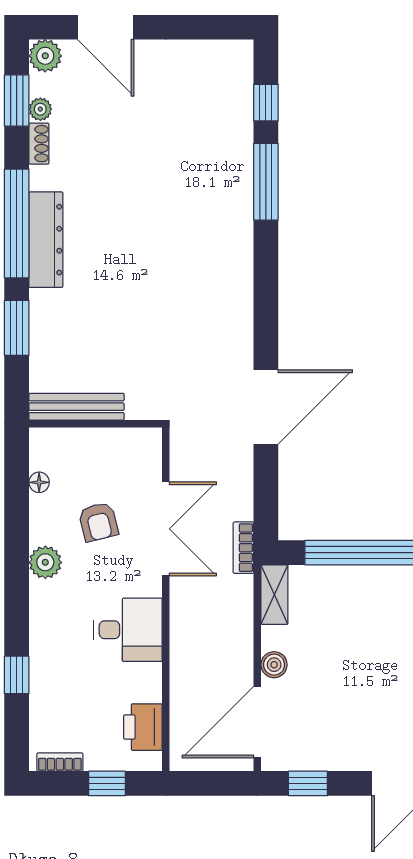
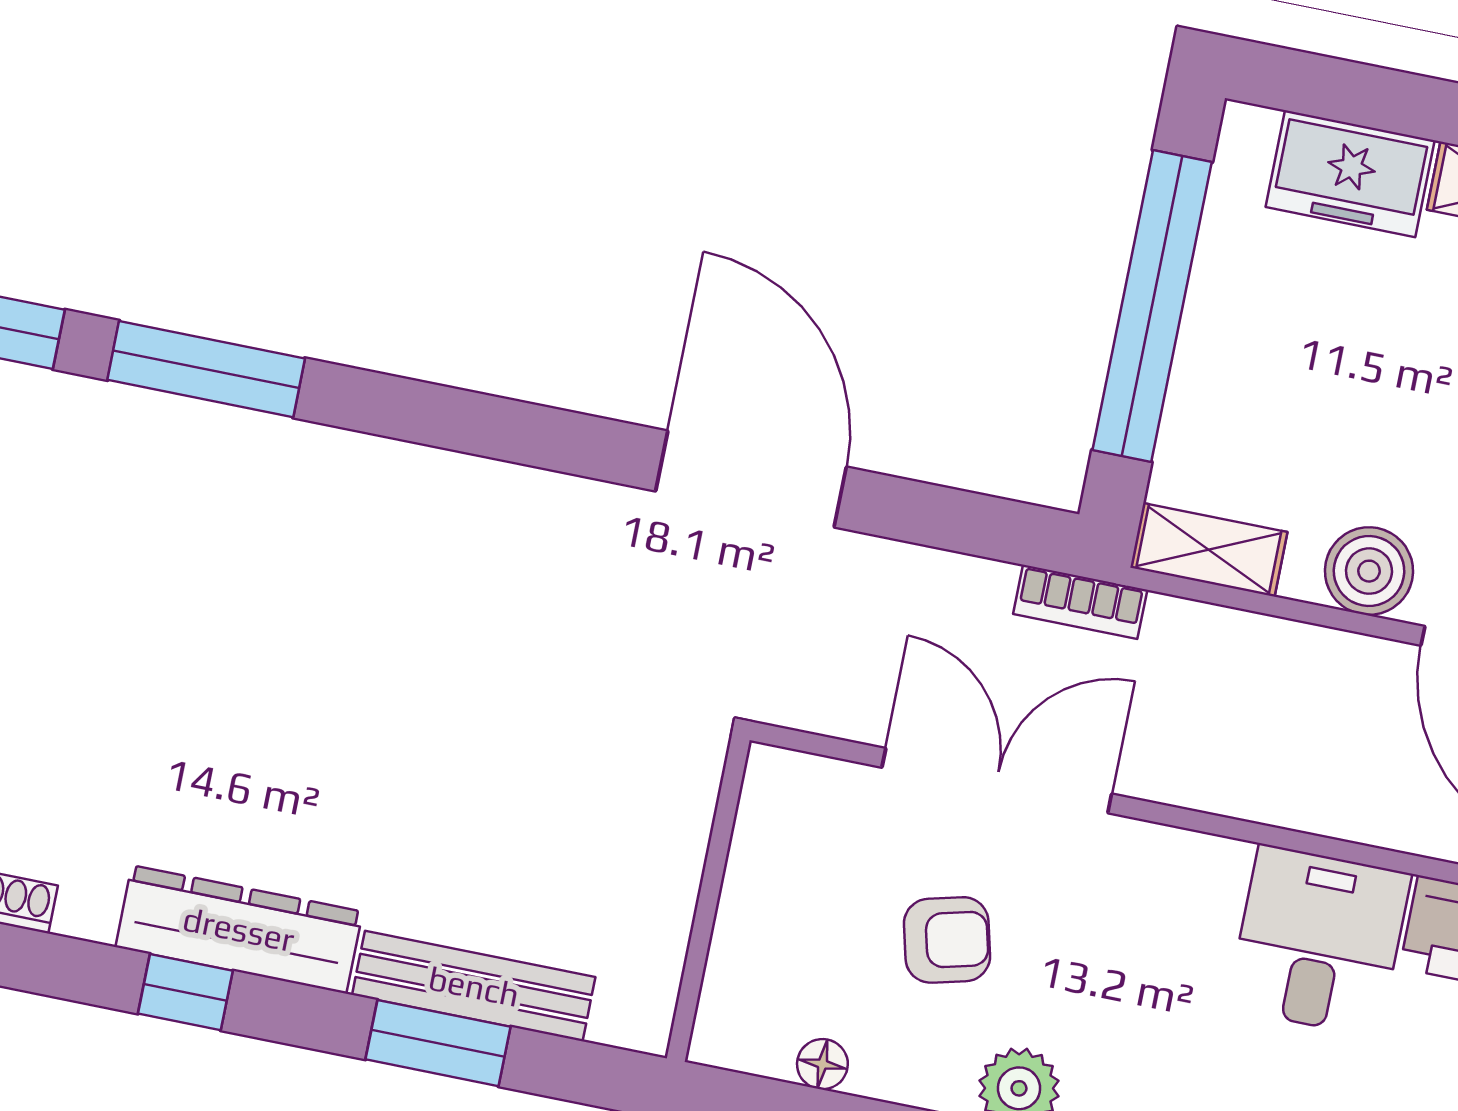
window: (17, 223) -> (185, 992), width x0.32
bench: (77, 407) -> (474, 986), moved, turned 90
desk: (128, 630) -> (1319, 941), moved
boiler: (274, 665) -> (1369, 571), width x1.36, depth x1.36

